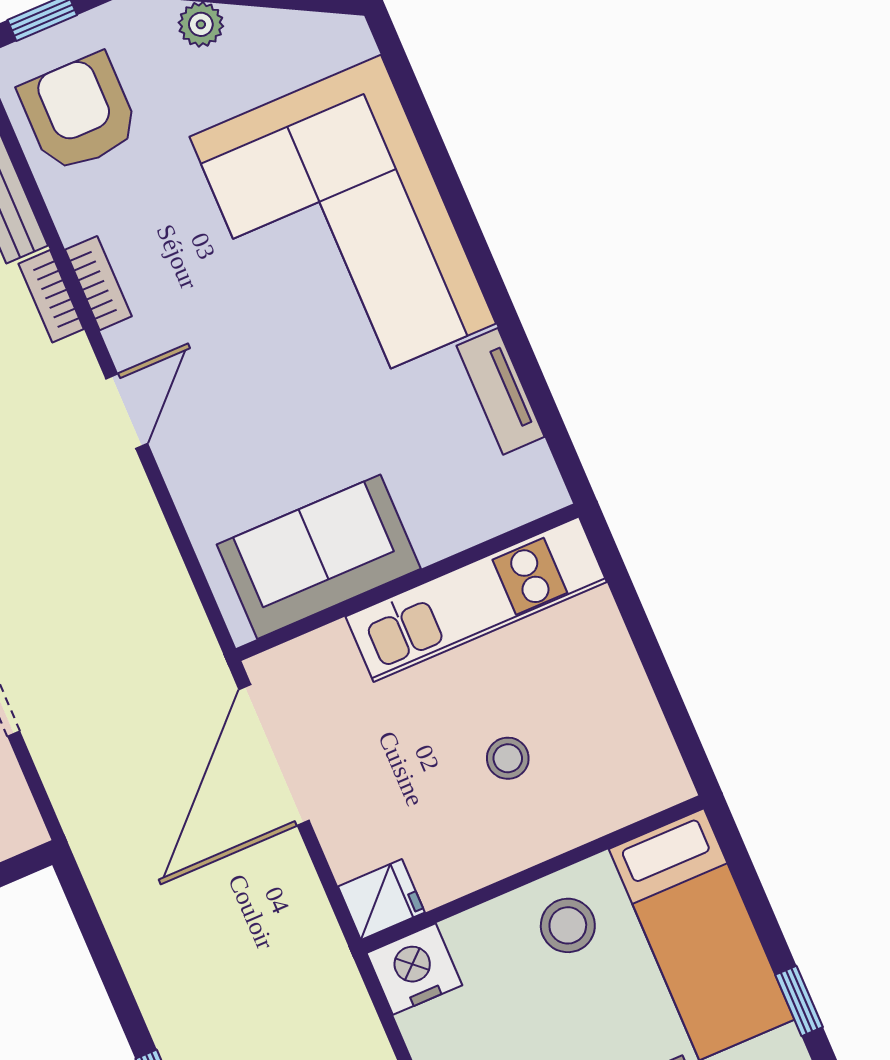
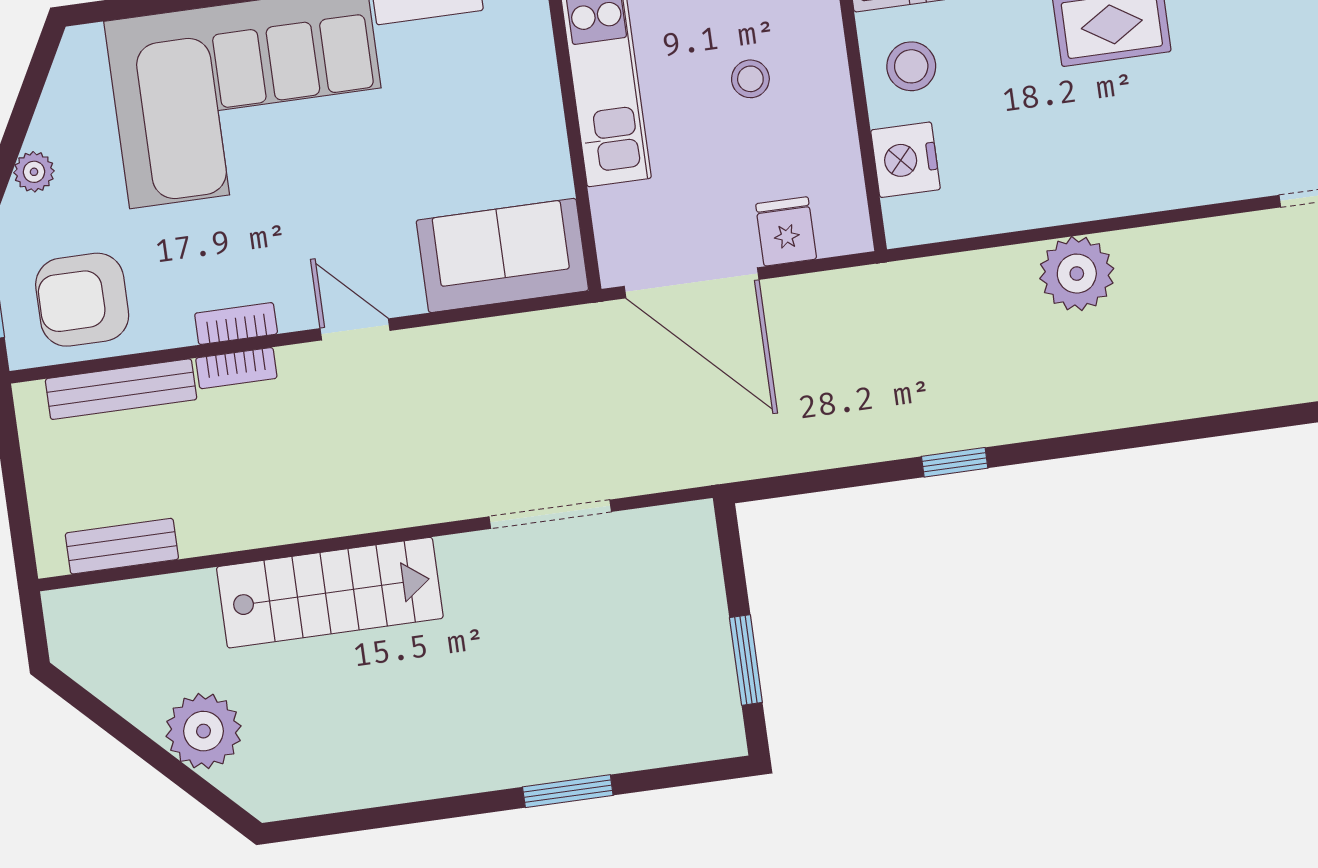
sofa: (319, 557) -> (502, 256), moved, turned 90
fridge: (381, 900) -> (786, 231), moved
nightstand: (414, 969) -> (906, 160), moved

